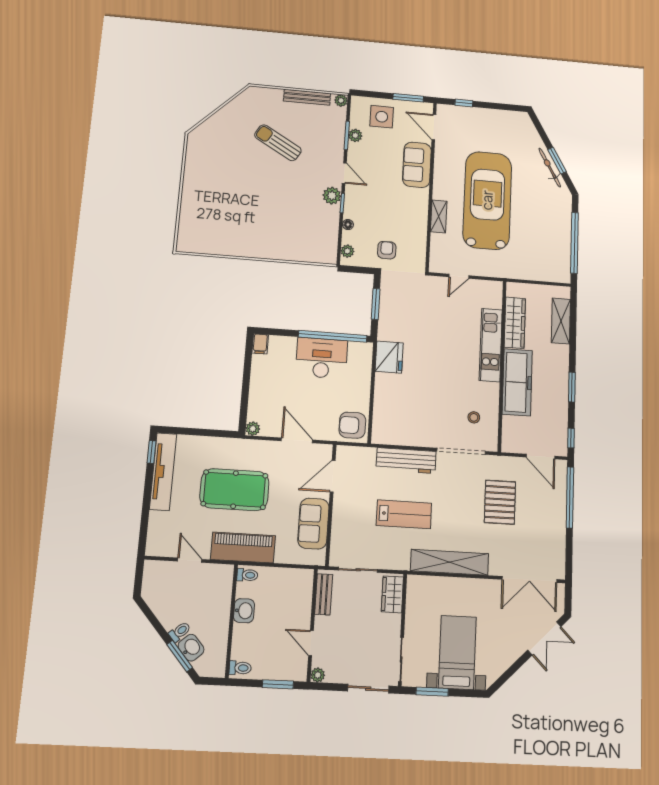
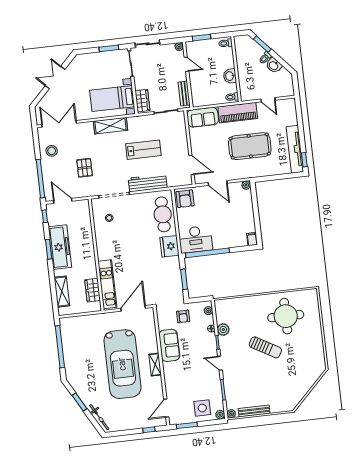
door: (434, 127) -> (166, 408), swing flipped
plant: (355, 135) -> (220, 415), moved
sun lounger: (278, 143) -> (265, 347), moved
sofa: (417, 165) -> (169, 345), moved
bicycle: (550, 168) -> (99, 417), moved
plant: (332, 196) -> (223, 330), moved
shelving: (439, 216) -> (155, 365), moved
round table: (232, 220) -> (286, 316), added
door: (459, 276) -> (133, 308), width x1.88
wardrobe: (515, 323) -> (93, 290), width x0.67
kitchen unit: (491, 345) -> (107, 284), moved
desk: (322, 358) -> (196, 239), moved
freezer: (517, 382) -> (60, 247), moved, turned 180
cafe table: (391, 407) -> (163, 214), added
armchair: (352, 425) -> (185, 199), turned 90
door: (333, 476) -> (192, 165), hinge flipped
pallet: (500, 502) -> (85, 168), width x0.67, depth x0.71
lab bench: (404, 514) -> (143, 150), turned 180
sofa: (313, 524) -> (203, 117), moved, turned 90
stool: (547, 538) -> (52, 151), added
shelving: (450, 562) -> (110, 126), width x0.68
double door: (544, 638) -> (55, 78), moved
washbasin: (191, 648) -> (274, 65), moved
bed with nightstands: (457, 652) -> (112, 98), moved, turned 90

